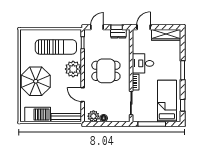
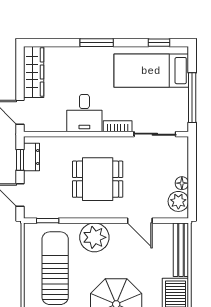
dining table: (106, 71) -> (98, 179), turned 90
door: (83, 95) -> (140, 221), hinge flipped

